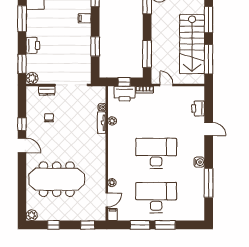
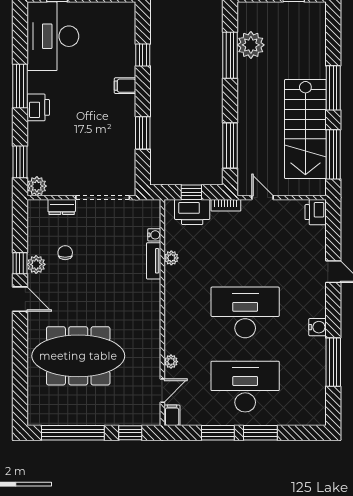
printer: (33, 45) -> (38, 107), moved
printer: (198, 108) -> (316, 212), moved
plant: (32, 215) -> (36, 264), moved
window: (53, 225) -> (73, 433), width x3.17

